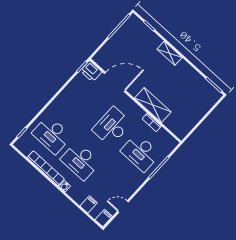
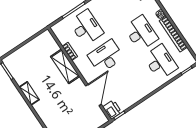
shelving: (169, 53) -> (29, 93), moved
door: (115, 82) -> (94, 95), swing flipped
desk: (112, 126) -> (106, 57), turned 180

